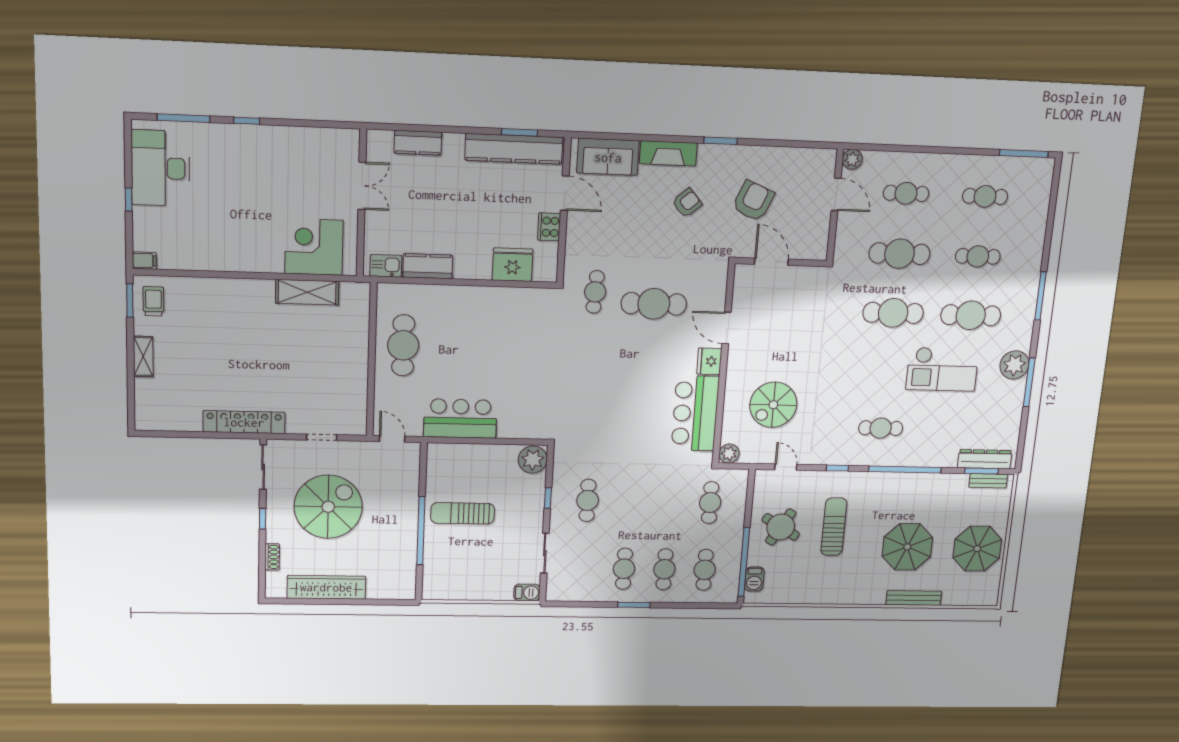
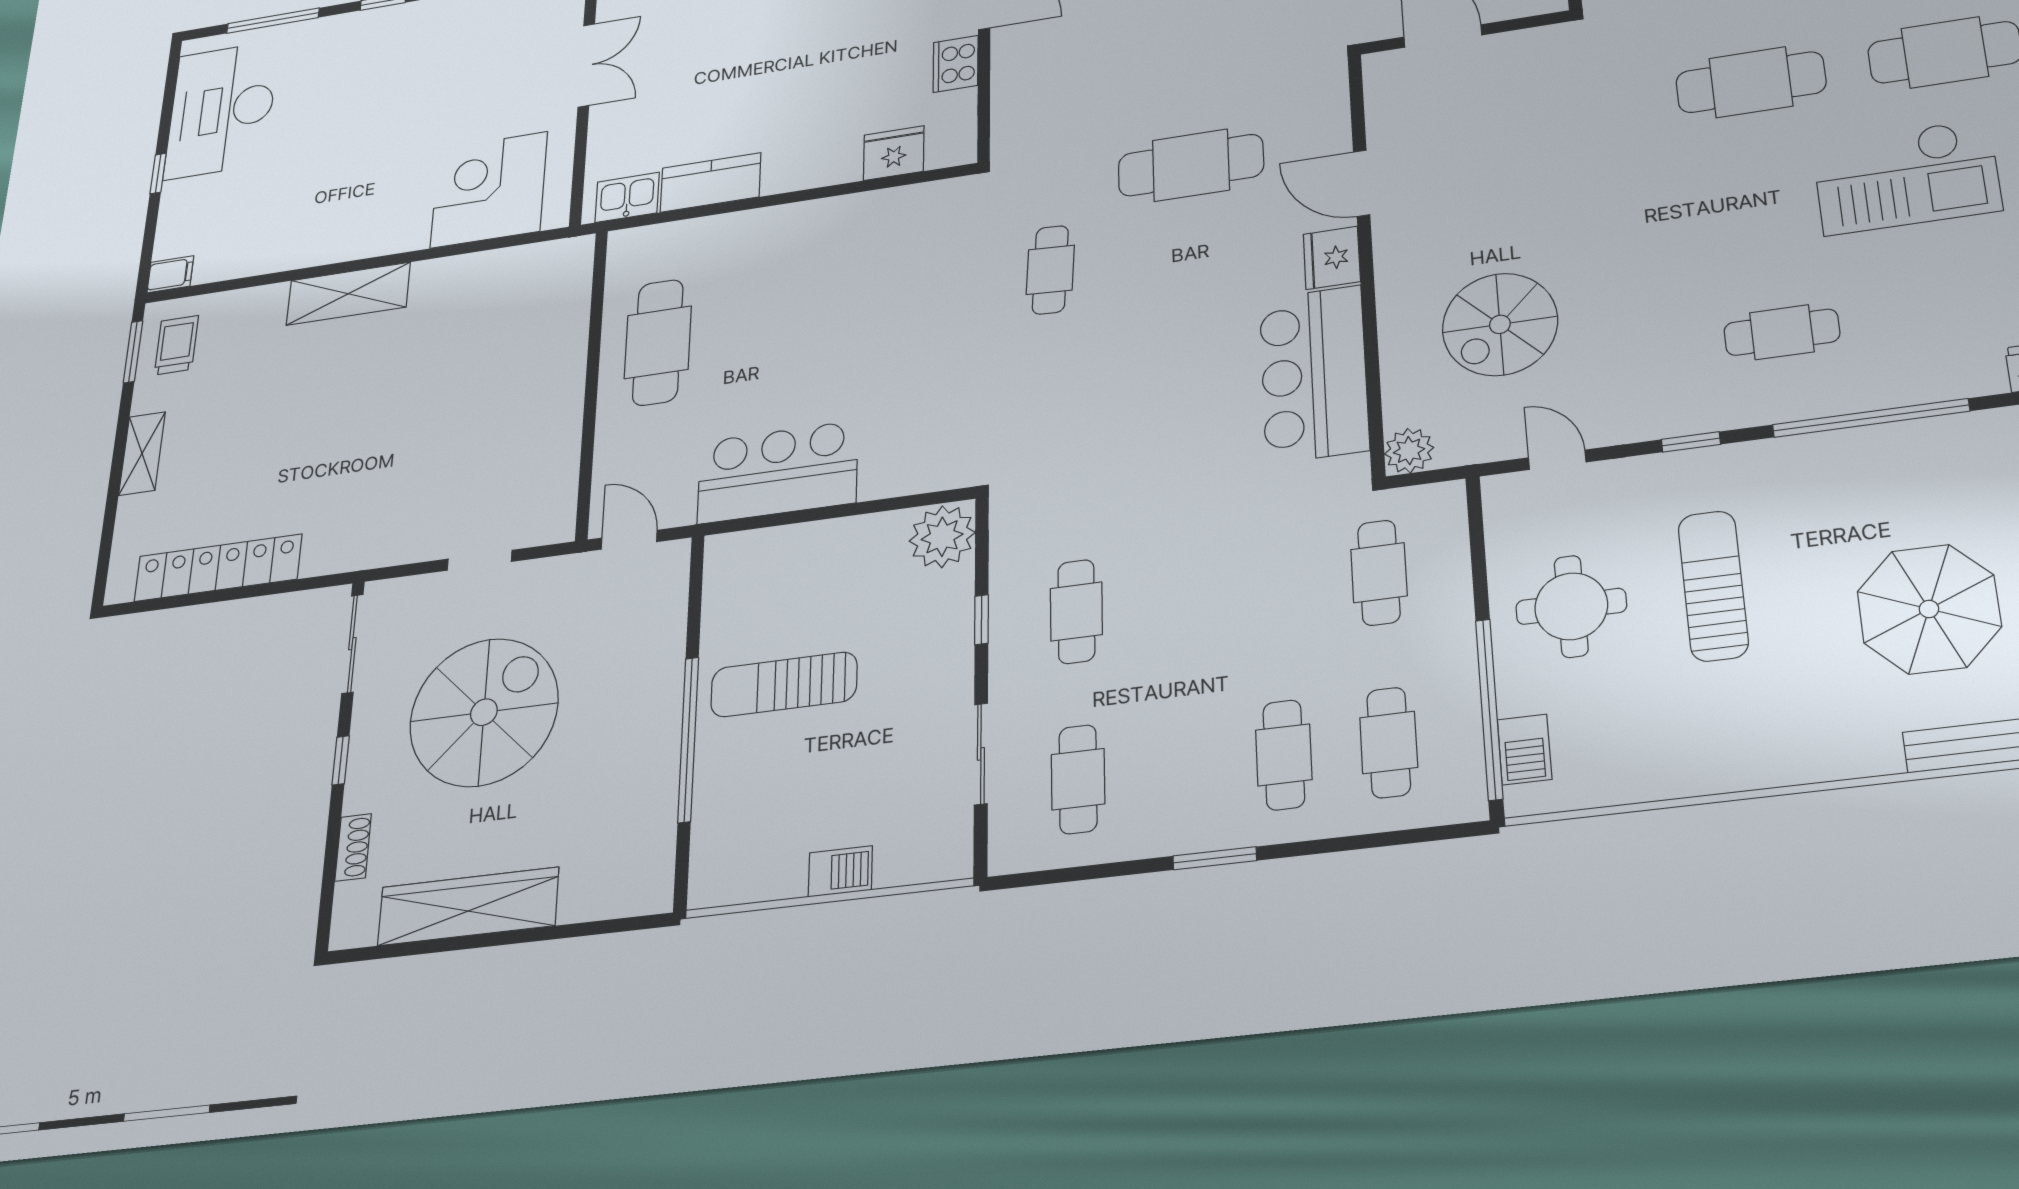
fridge: (513, 265) -> (894, 153), width x0.73, depth x0.75
shelving: (307, 292) -> (348, 294), moved
cafe table: (595, 292) -> (1050, 270), moved
locker: (244, 422) -> (218, 568), moved
round table: (781, 527) -> (1571, 606), turned -31
cafe table: (624, 569) -> (1078, 779), moved
barbecue: (527, 593) -> (840, 871), moved

